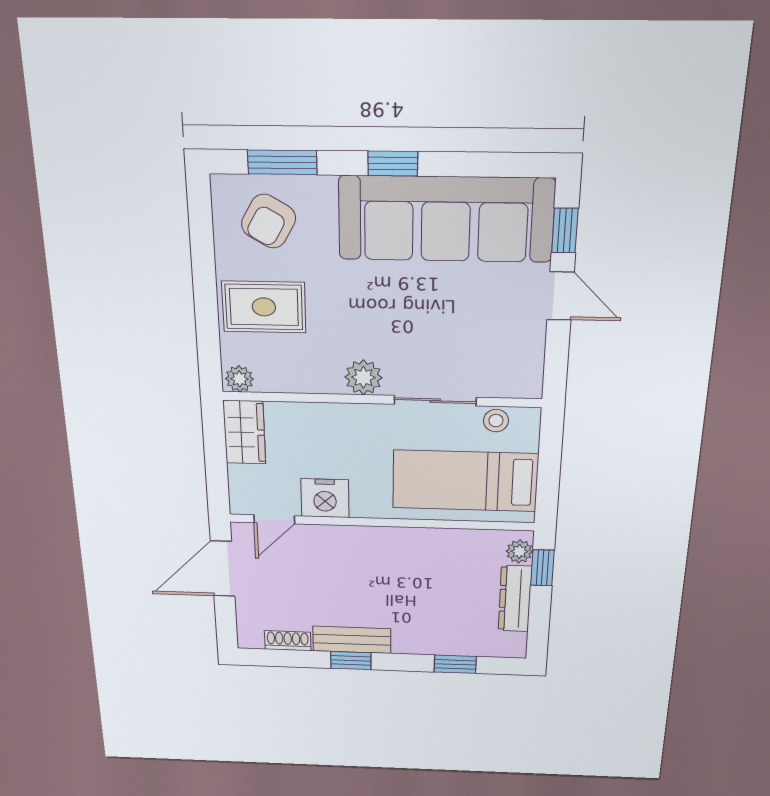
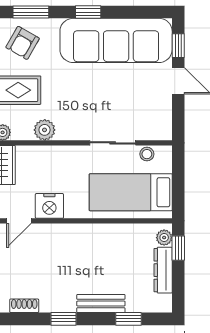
plant: (363, 377) -> (45, 130), moved
bench: (352, 640) -> (101, 304), moved

